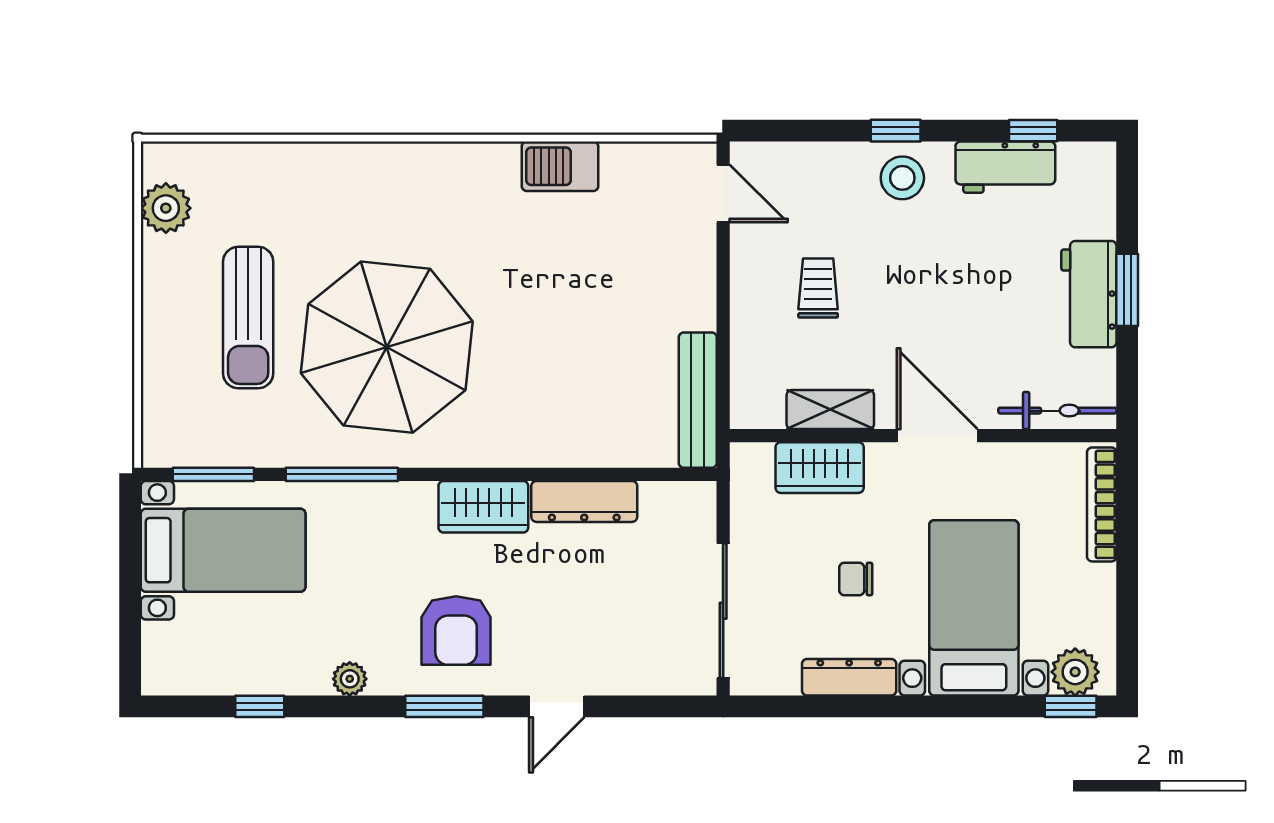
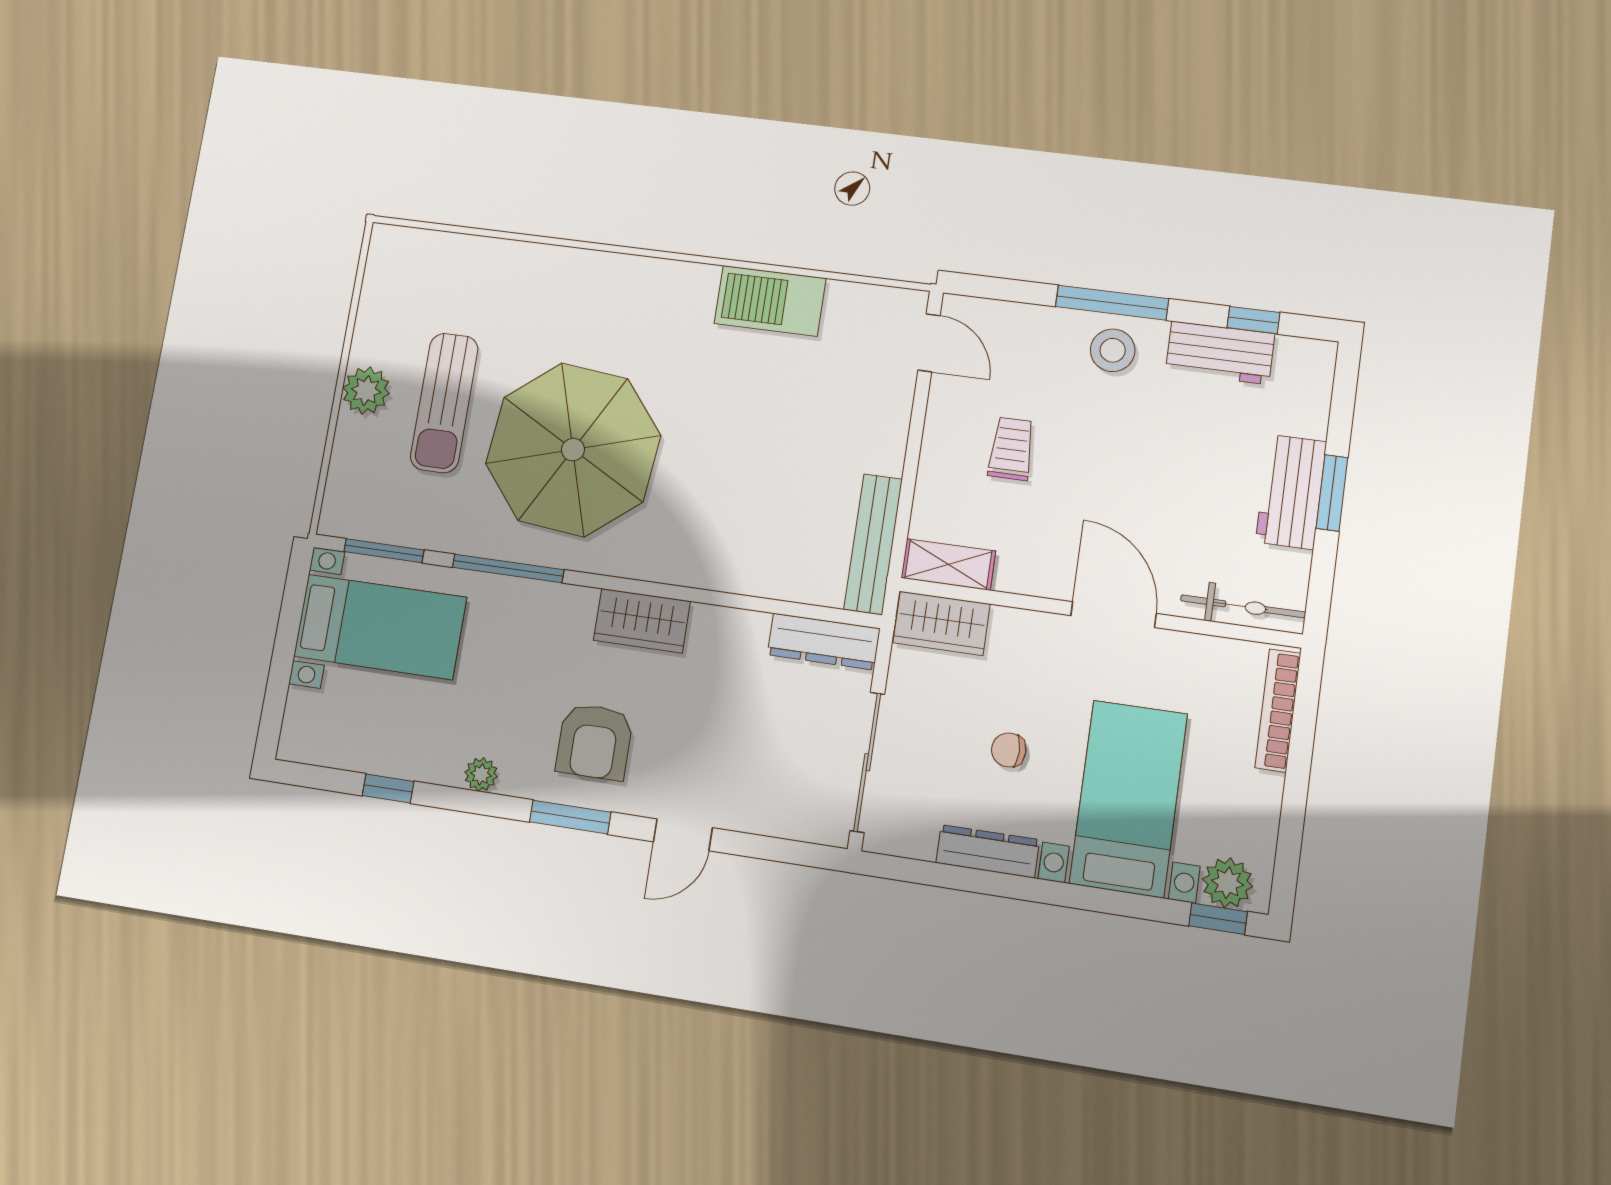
window: (896, 131) -> (1112, 303), width x2.17
barbecue: (560, 166) -> (770, 301), width x1.37, depth x1.21
plant: (166, 208) -> (366, 391), moved
shelving: (830, 410) -> (948, 564), moved
wardrobe: (820, 468) -> (941, 623), moved
dresser: (584, 501) -> (824, 642), moved

